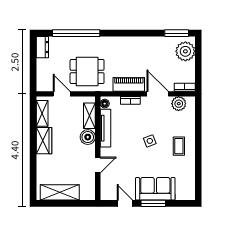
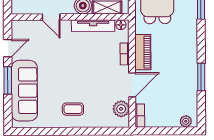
window: (177, 33) -> (201, 77), moved
plant: (185, 51) -> (186, 121), width x0.53, depth x0.53
side table: (150, 141) -> (79, 76), removed
sofa: (155, 189) -> (24, 91), width x1.36

